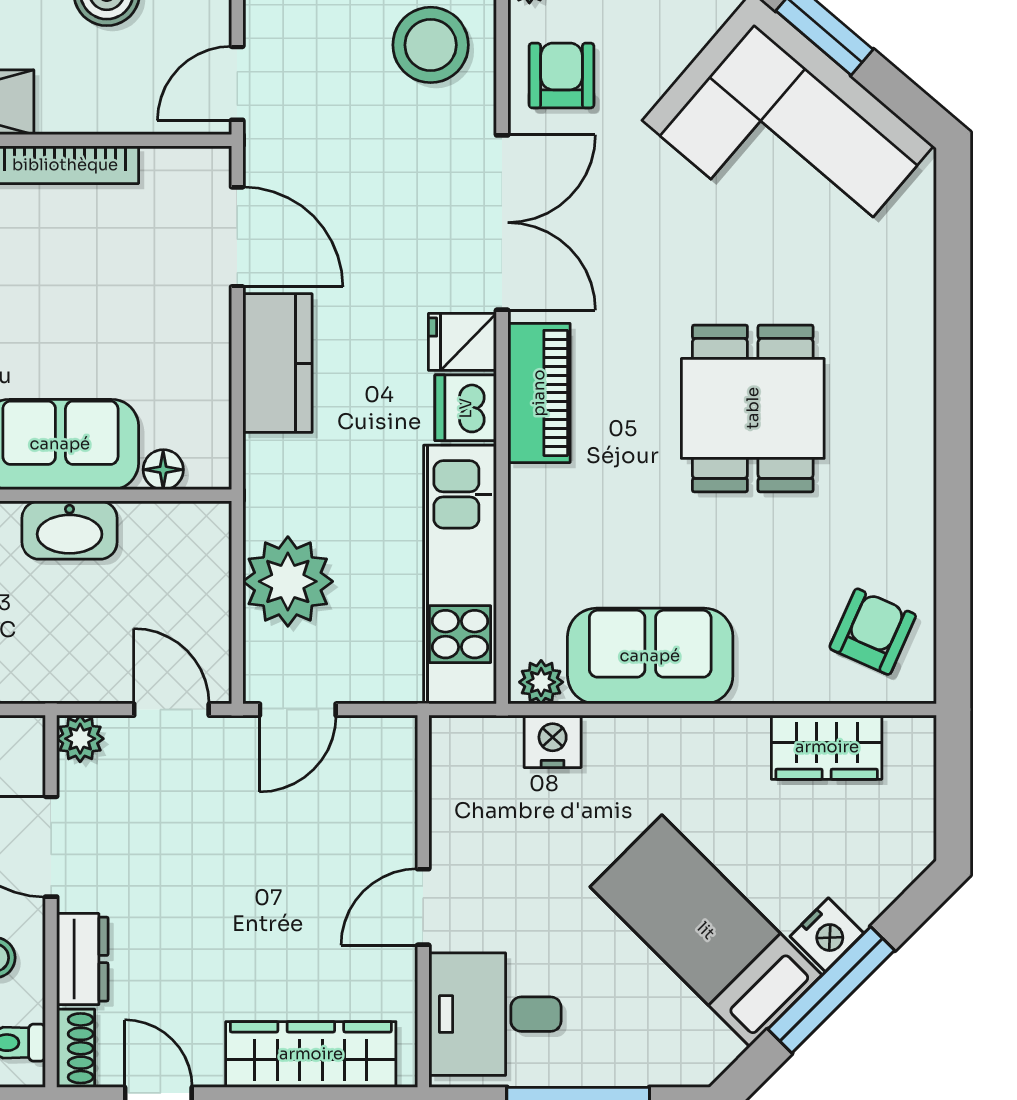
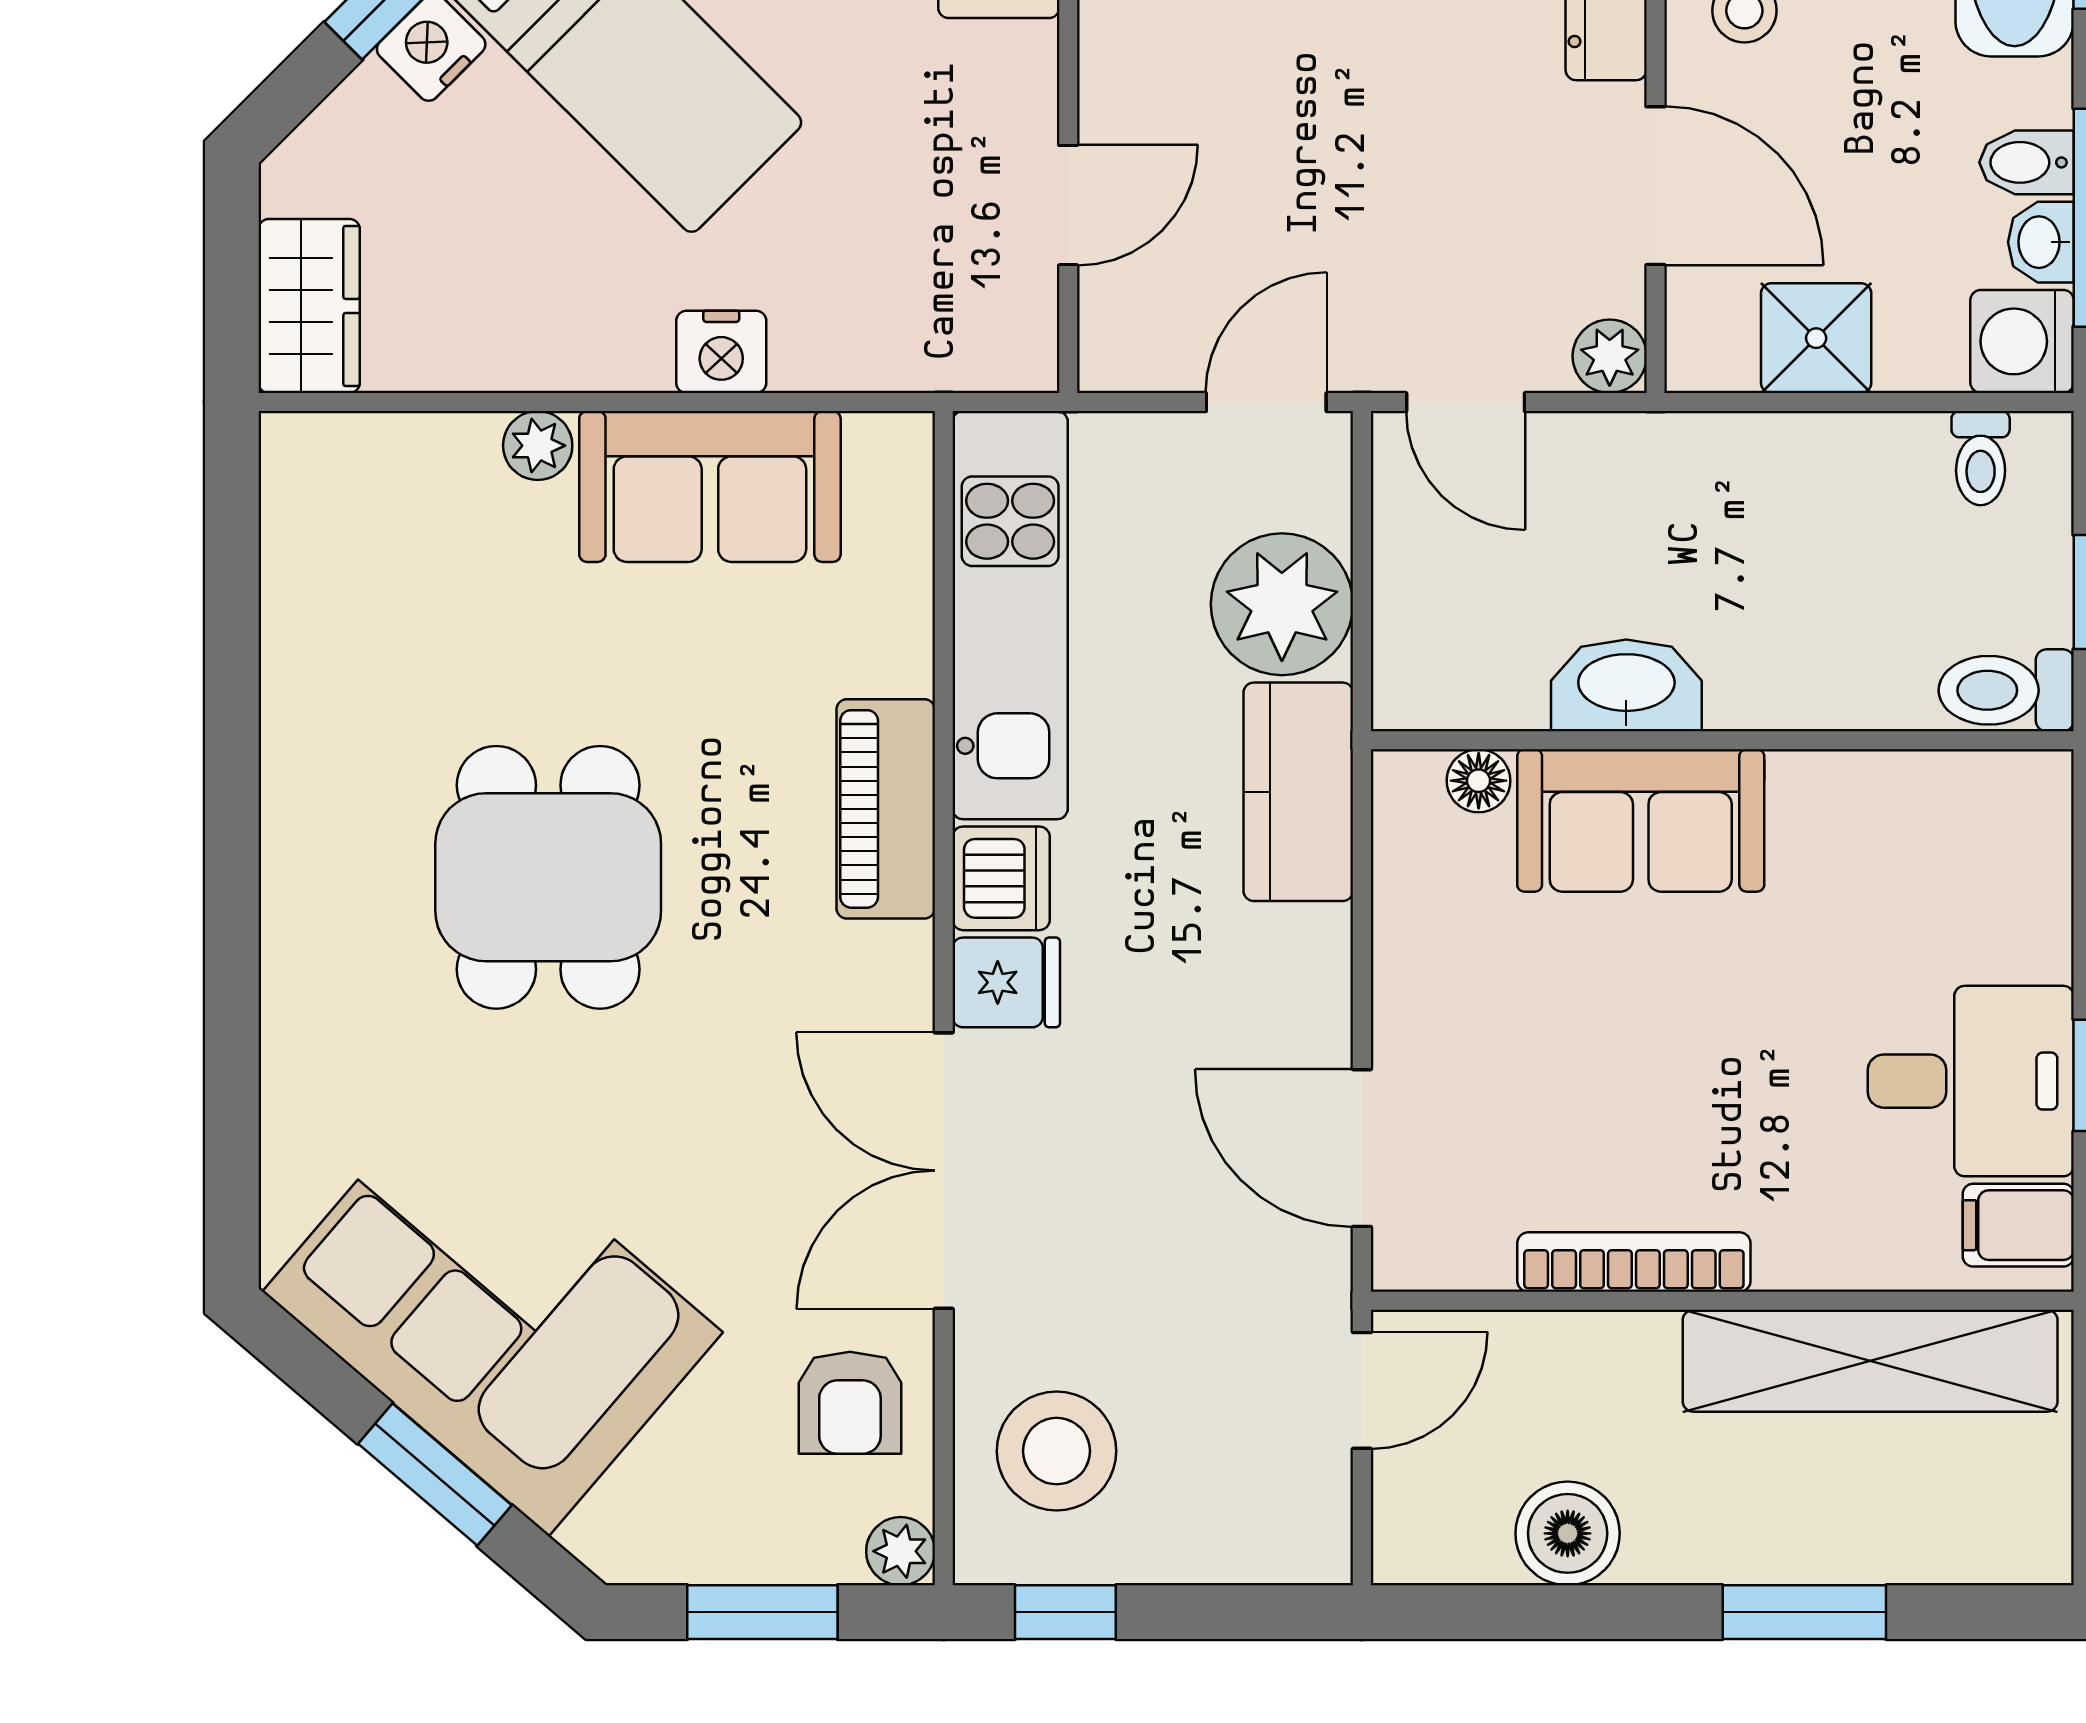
kitchen counter: (277, 363) -> (1298, 792), moved
piano: (539, 393) -> (886, 809), moved
armchair: (873, 632) -> (359, 525), removed
plant: (541, 682) -> (538, 446), moved
nightstand: (553, 741) -> (721, 352), moved
wardrobe: (827, 747) -> (309, 306), moved, turned 90
door: (423, 907) -> (1068, 205), moved

